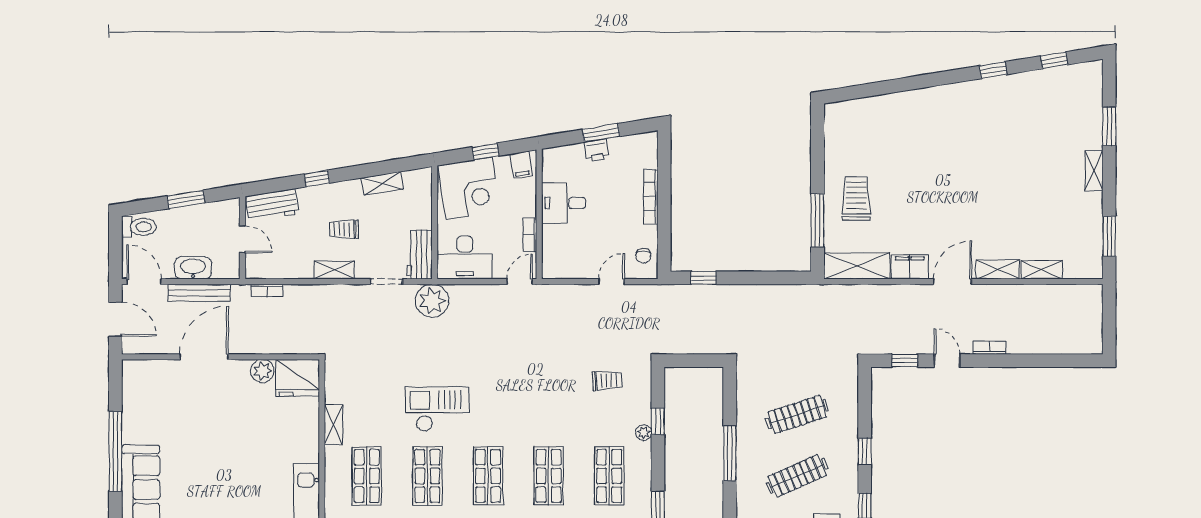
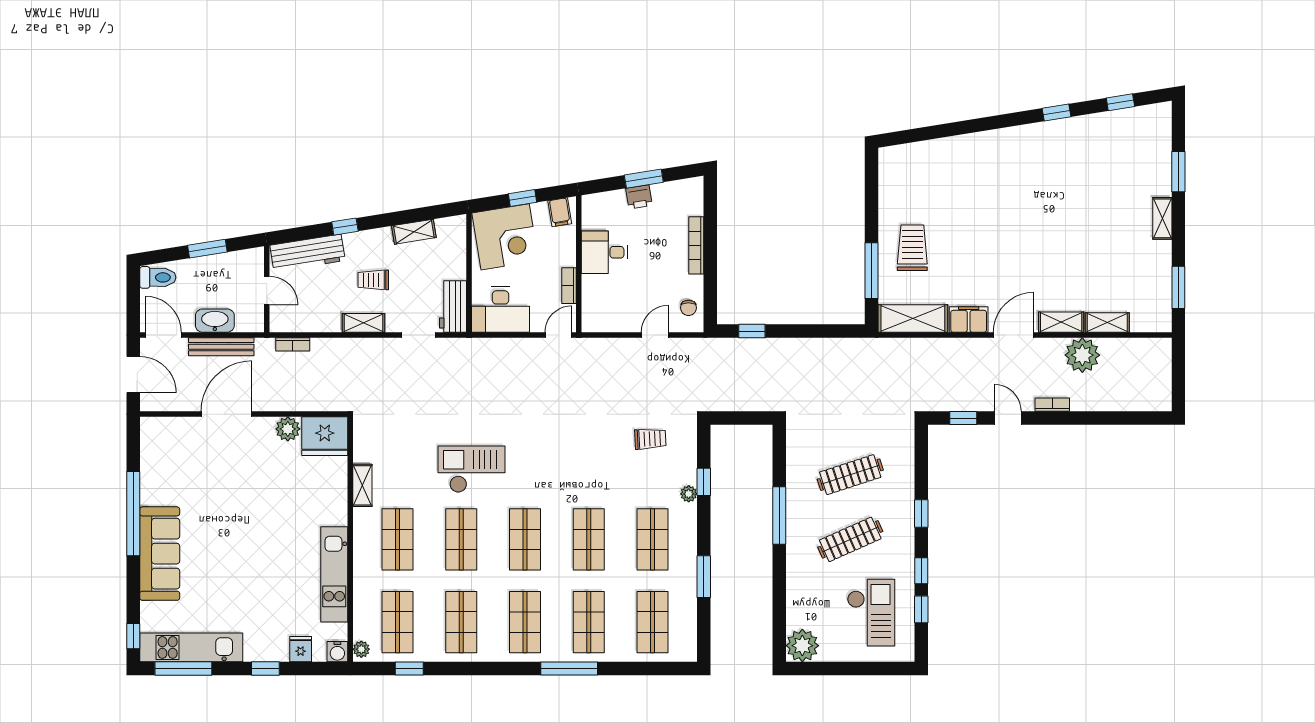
workbench: (272, 205) -> (308, 253), width x1.38
plant: (432, 301) -> (1082, 355), moved

